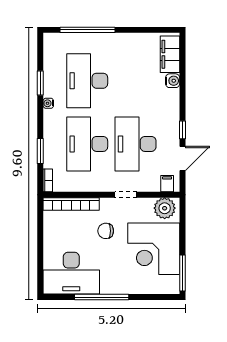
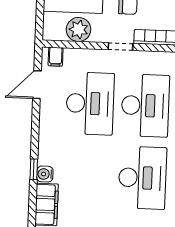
window: (182, 130) -> (34, 169), moved
doorway: (126, 195) -> (120, 46), moved
plant: (165, 208) -> (79, 29), moved

